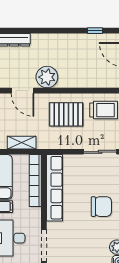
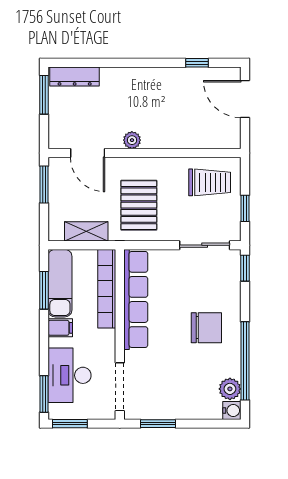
plant: (47, 77) -> (132, 140), width x0.53, depth x0.53
pallet: (66, 114) -> (139, 205), moved, turned 90

